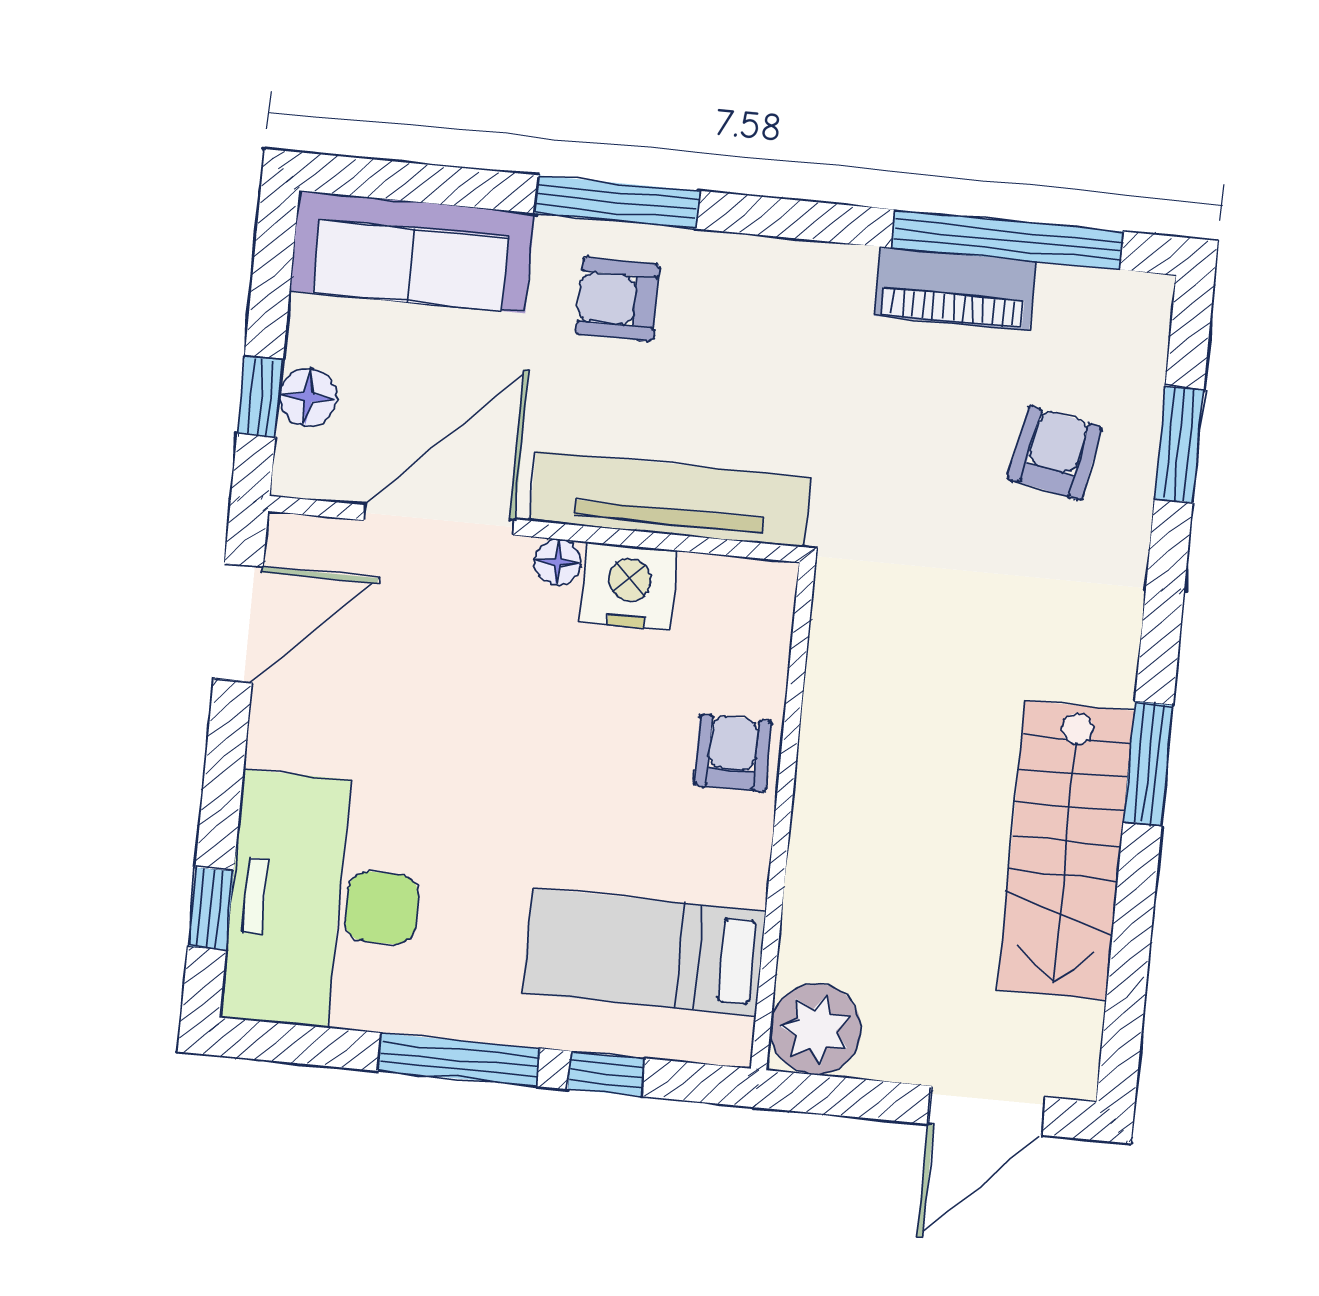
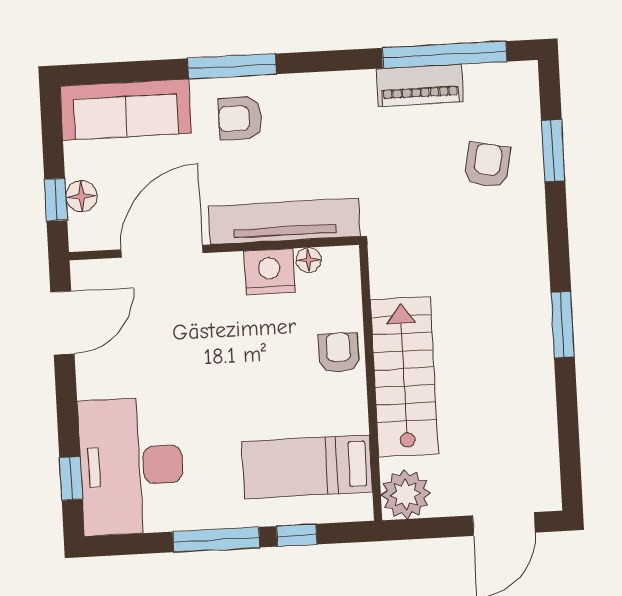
floor lamp: (558, 562) -> (309, 260), moved
stairs: (1066, 850) -> (404, 377), moved, turned 180

